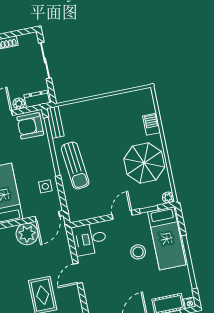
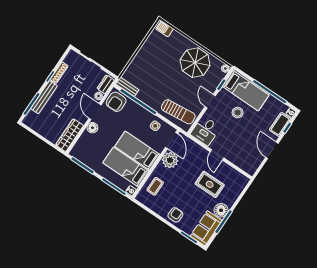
barbecue: (152, 124) -> (165, 29), moved
sun lounger: (75, 165) -> (178, 112), moved

